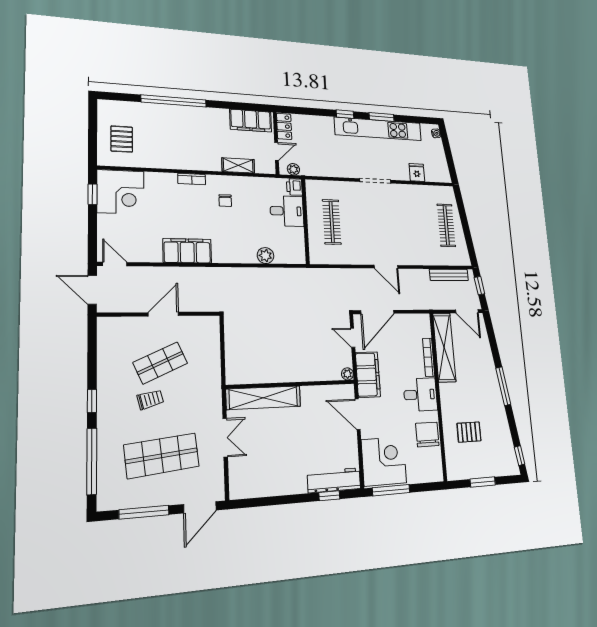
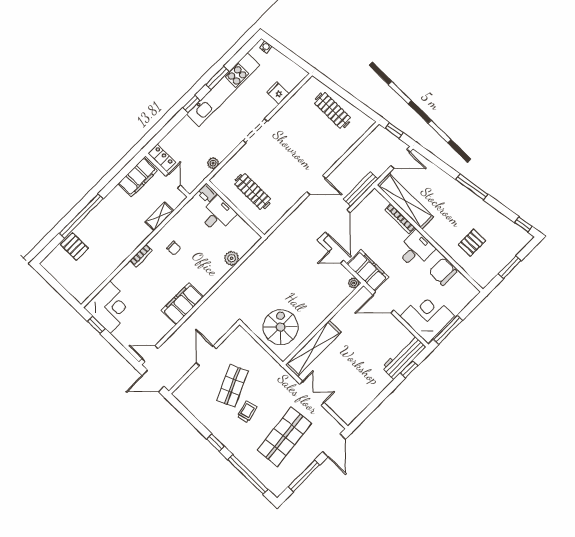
pallet: (122, 139) -> (74, 247), moved
plant: (293, 169) -> (213, 163), moved
bench: (449, 275) -> (361, 189), moved
spiral stairs: (253, 352) -> (281, 327), added

